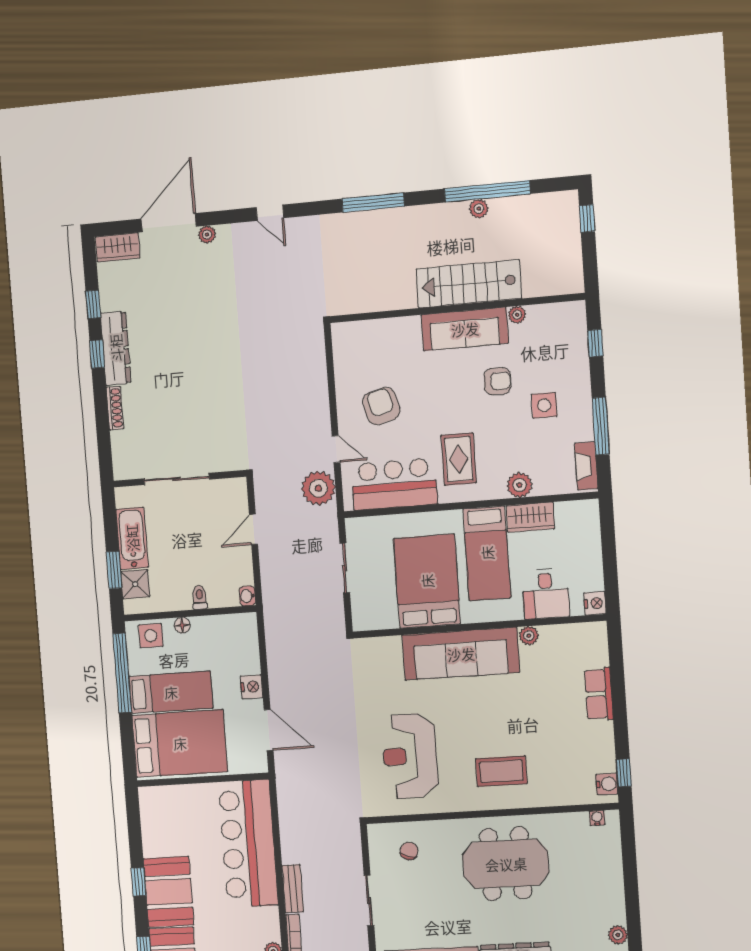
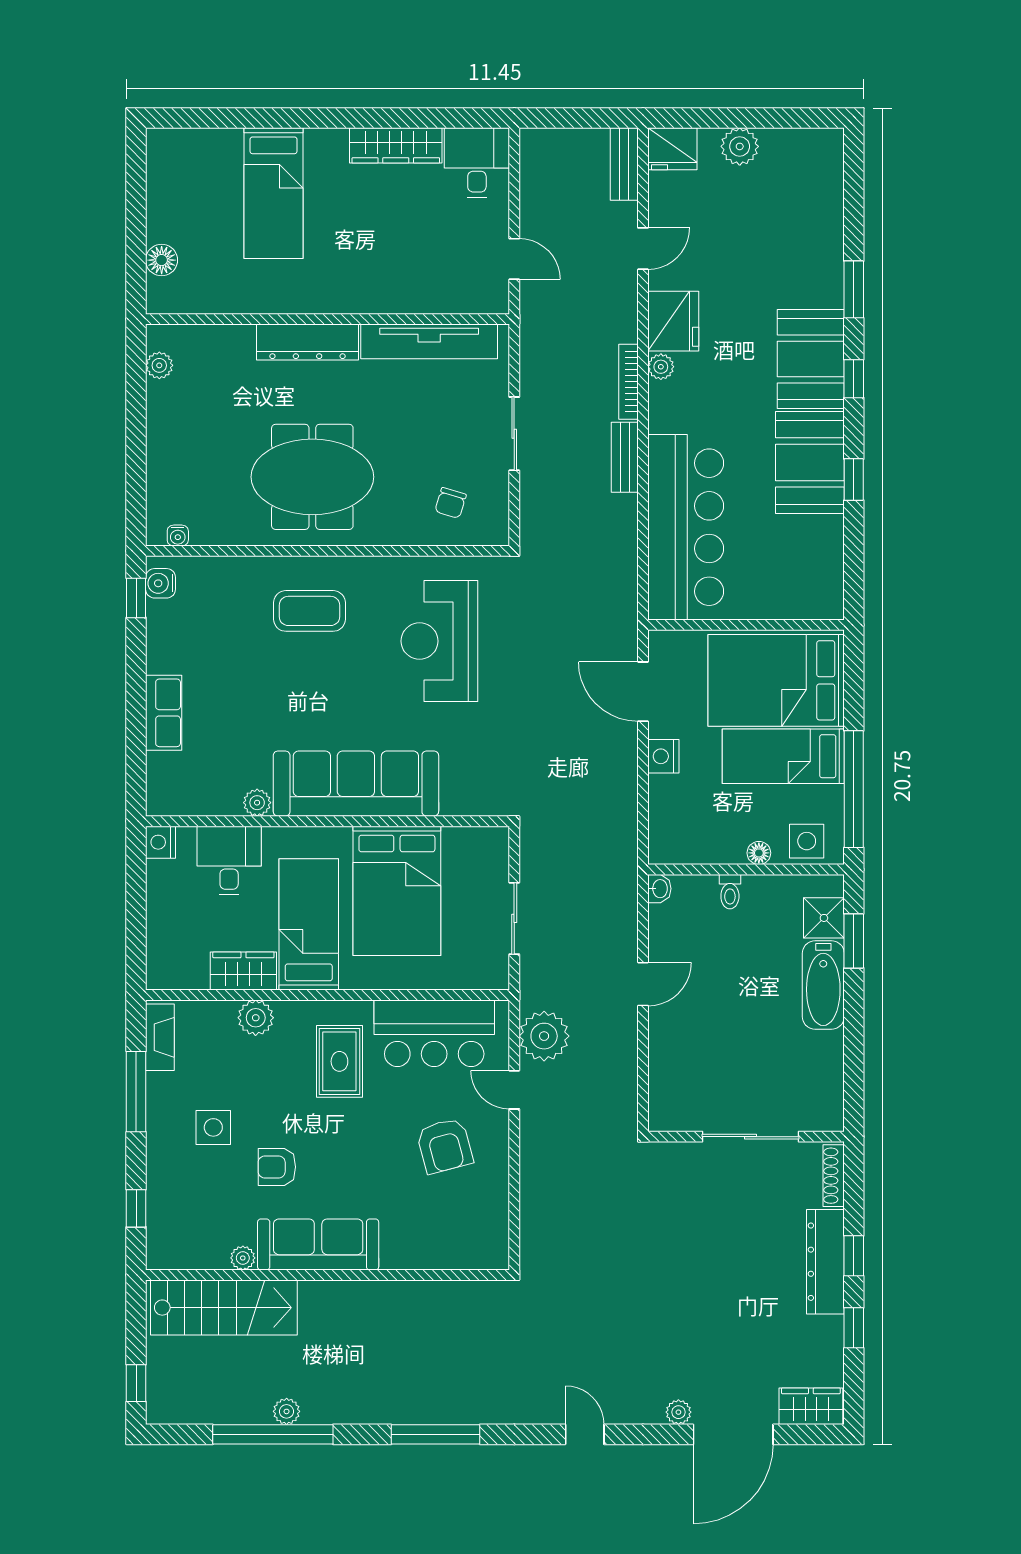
stairs: (469, 284) -> (224, 1308), moved
sliding door: (177, 479) -> (751, 1137), moved
wall: (180, 479) -> (746, 1137), moved
reception desk: (410, 756) -> (439, 641), turned 180

